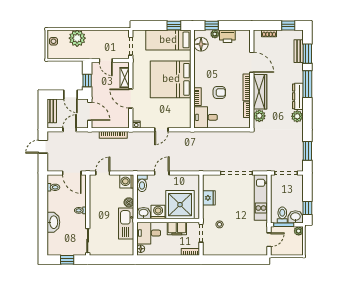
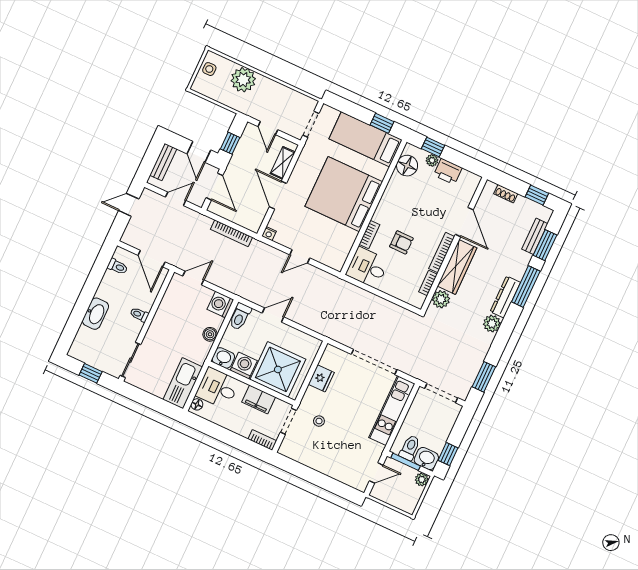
kitchen sink: (126, 224) -> (183, 383), moved

